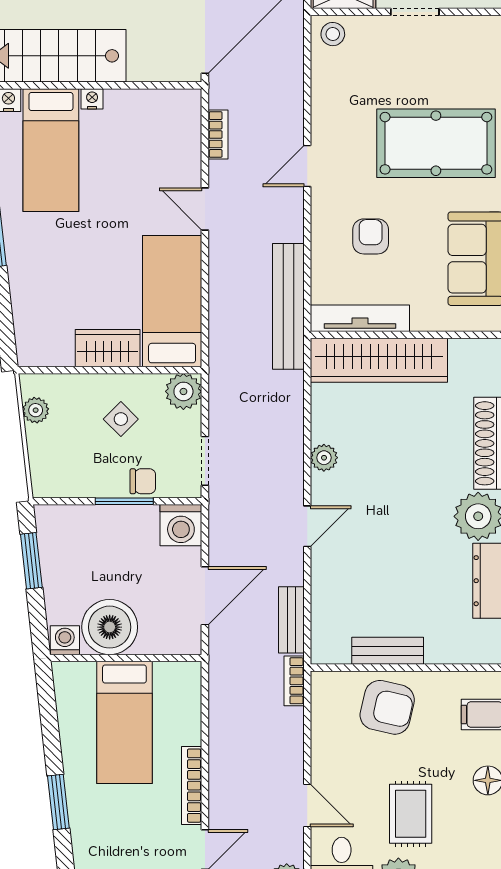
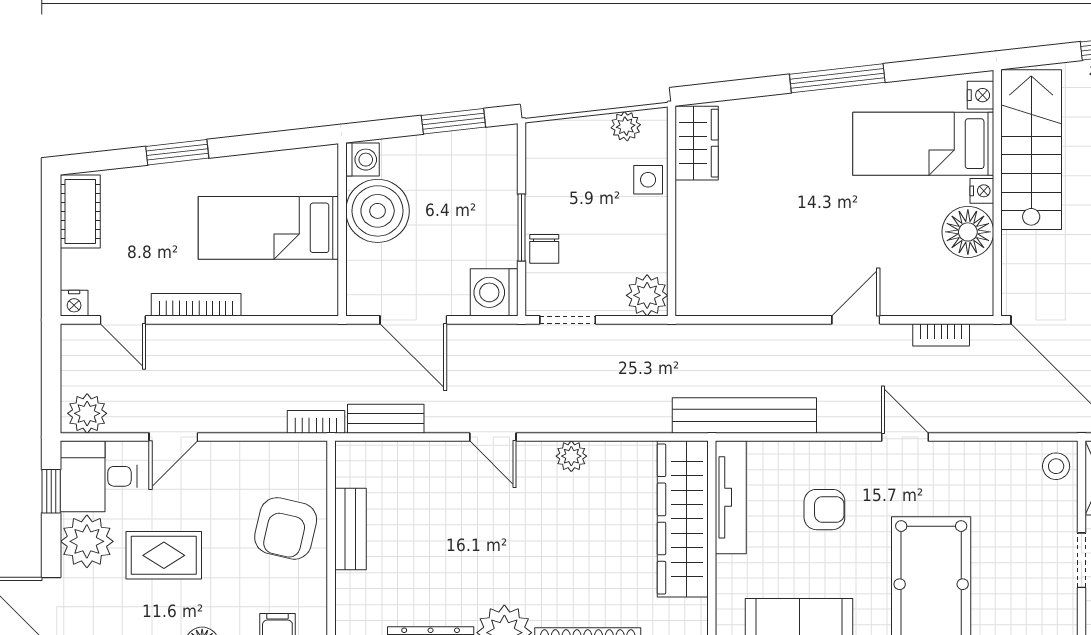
floor lamp: (128, 111) -> (968, 232), added
bed: (172, 301) -> (750, 282), removed
wardrobe: (108, 348) -> (697, 143), moved
side table: (121, 419) -> (648, 180), moved, turned 45

